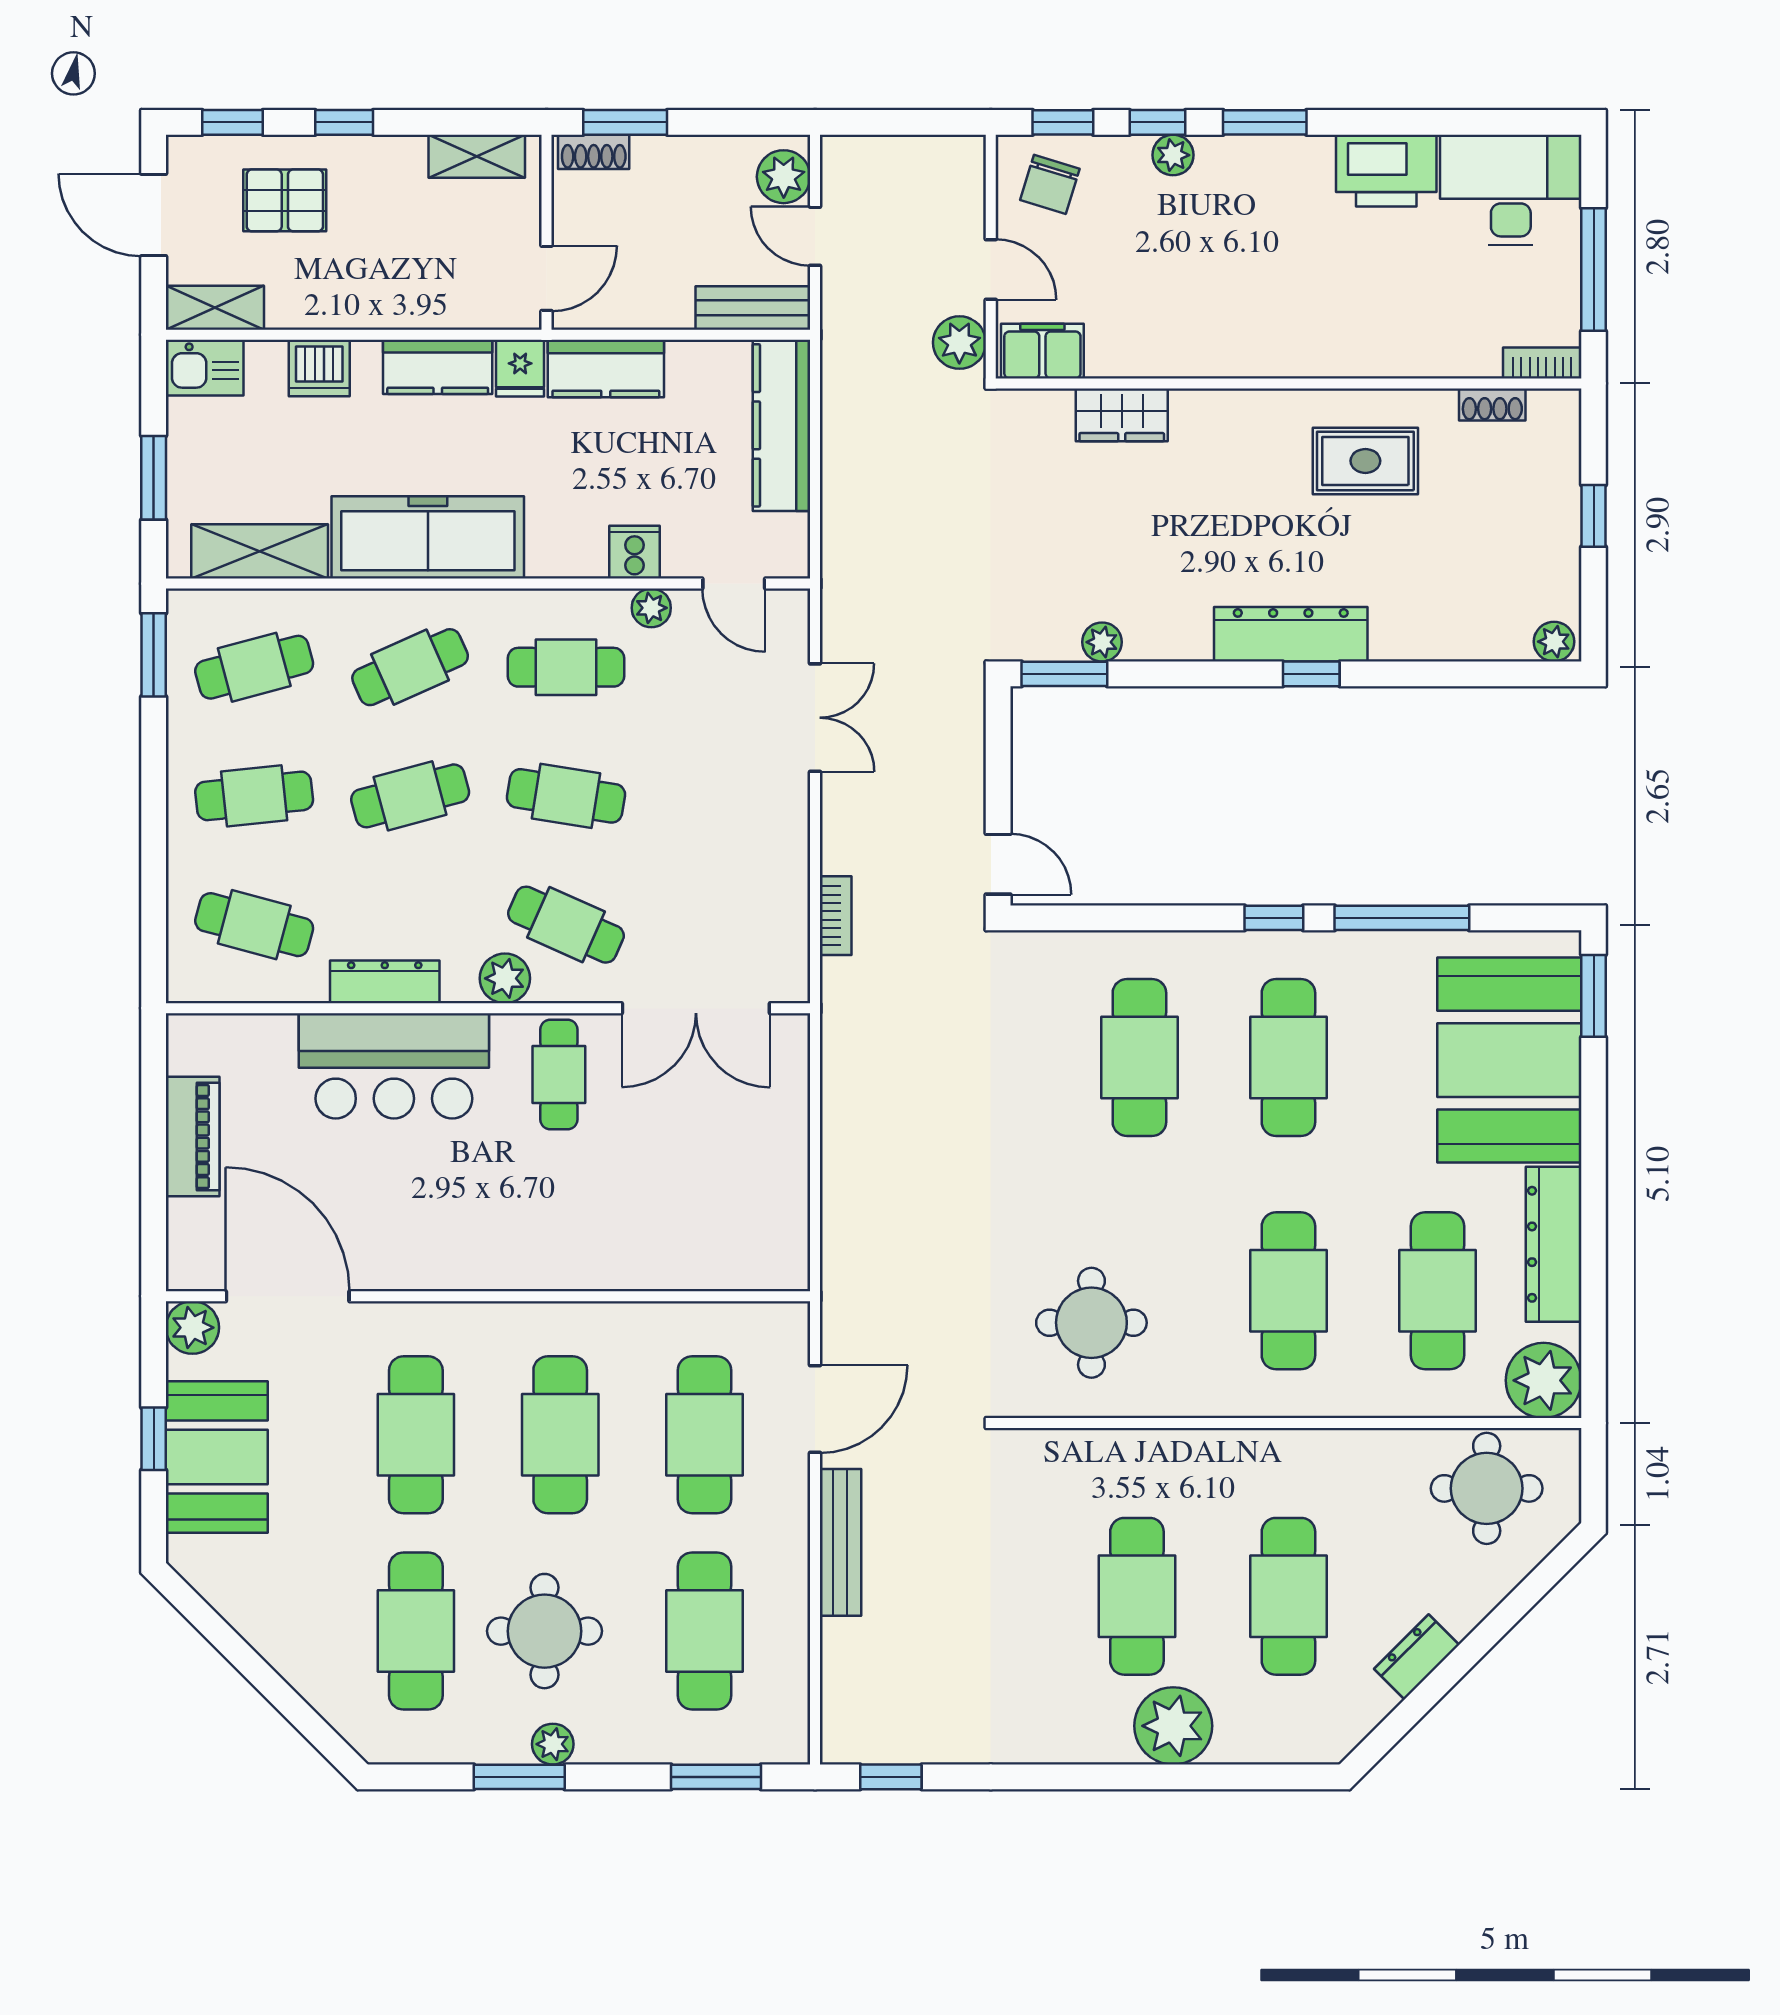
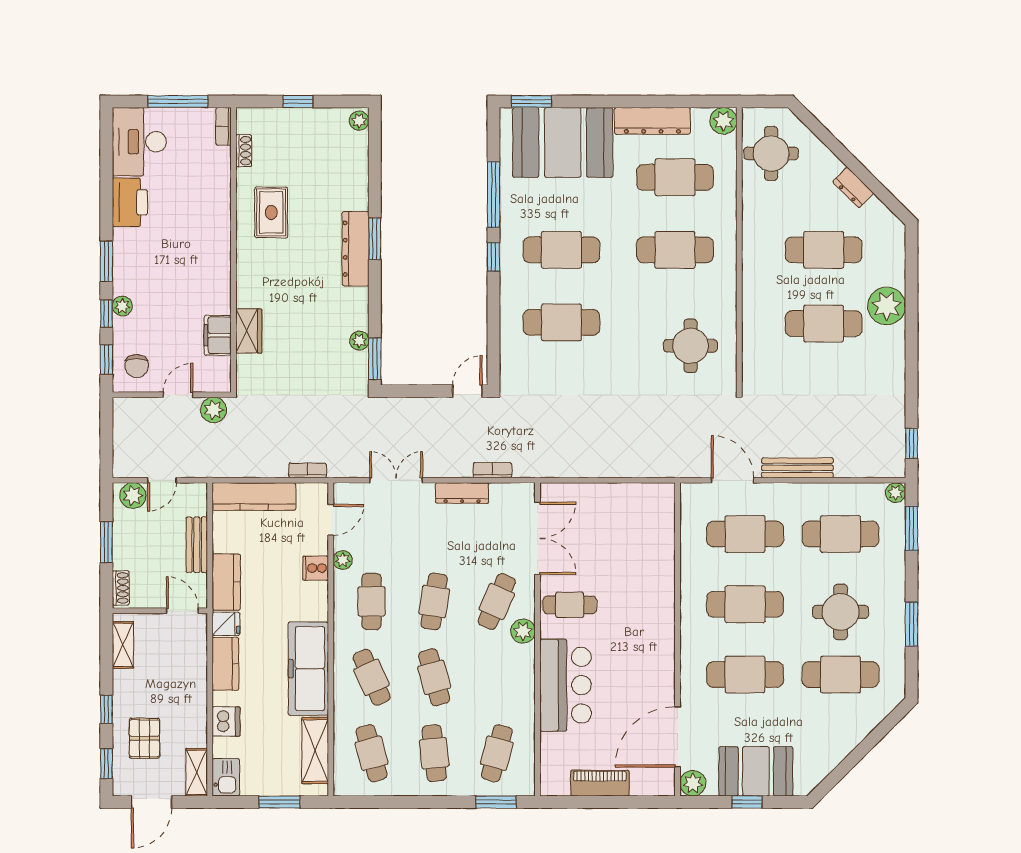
window: (625, 122) -> (106, 542), moved
chair: (1050, 184) -> (137, 366), turned 73
bench: (753, 308) -> (197, 545), moved
filing cabinet: (1042, 351) -> (218, 335), moved
bookcase: (835, 536) -> (308, 470), added
window: (154, 655) -> (496, 802), moved
window: (1311, 674) -> (375, 239), width x1.50
dresser: (385, 982) -> (462, 493), moved, turned -90
plant: (1544, 1380) -> (723, 121), width x0.73, depth x0.73
plant: (553, 1744) -> (896, 493), moved

